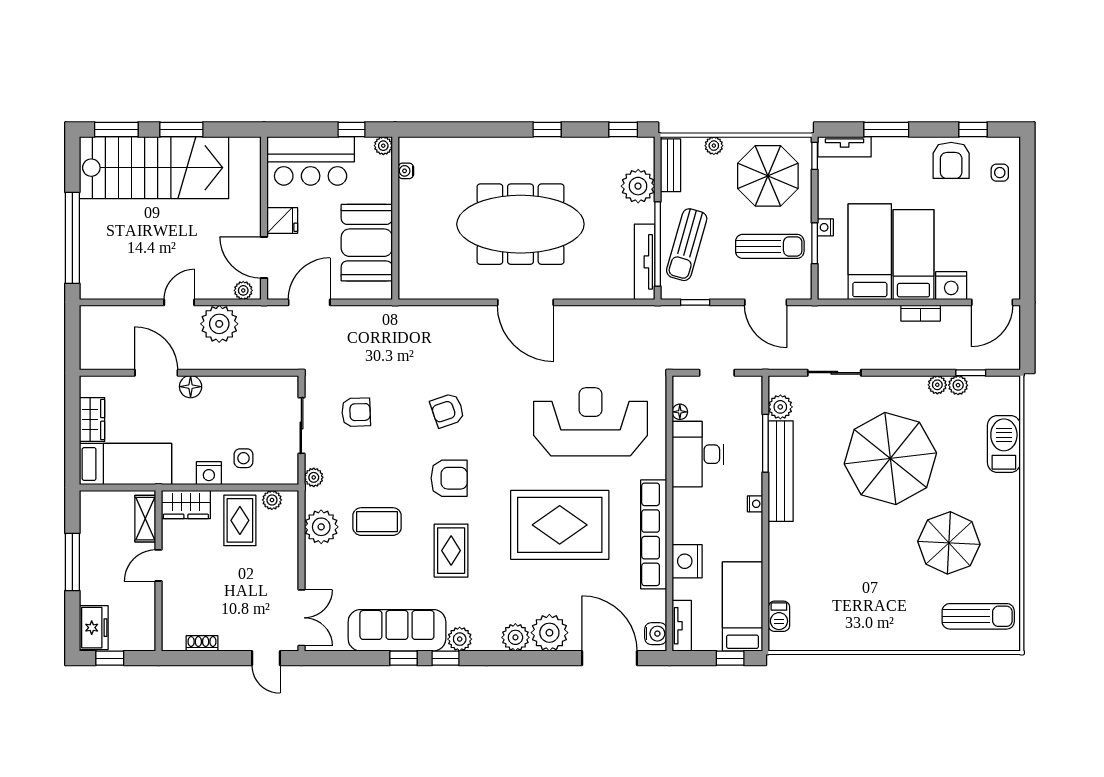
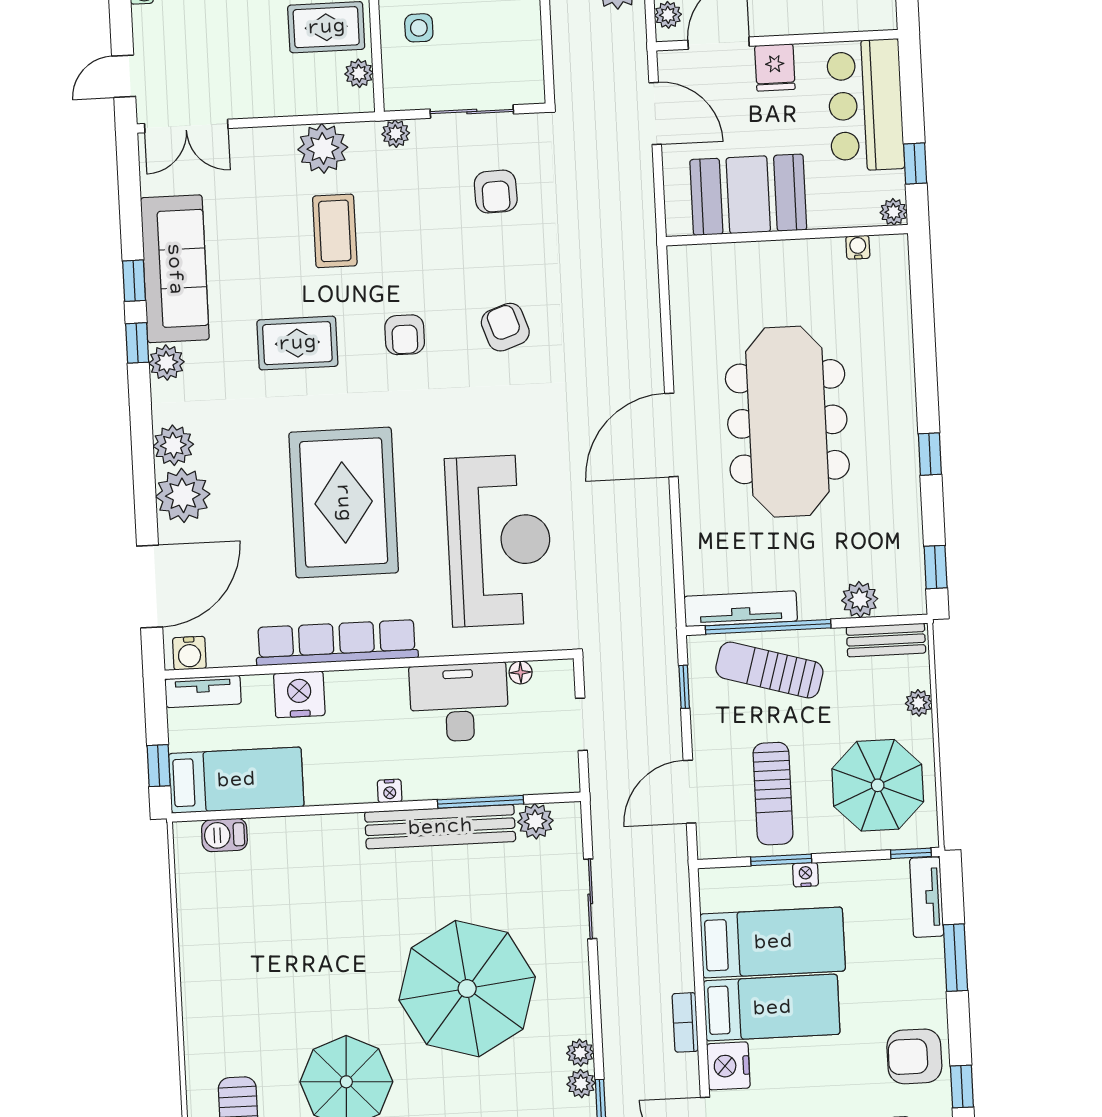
plant: (638, 186) -> (860, 600), width x0.73, depth x0.73
armchair: (449, 478) -> (405, 335), width x0.72, depth x0.72

